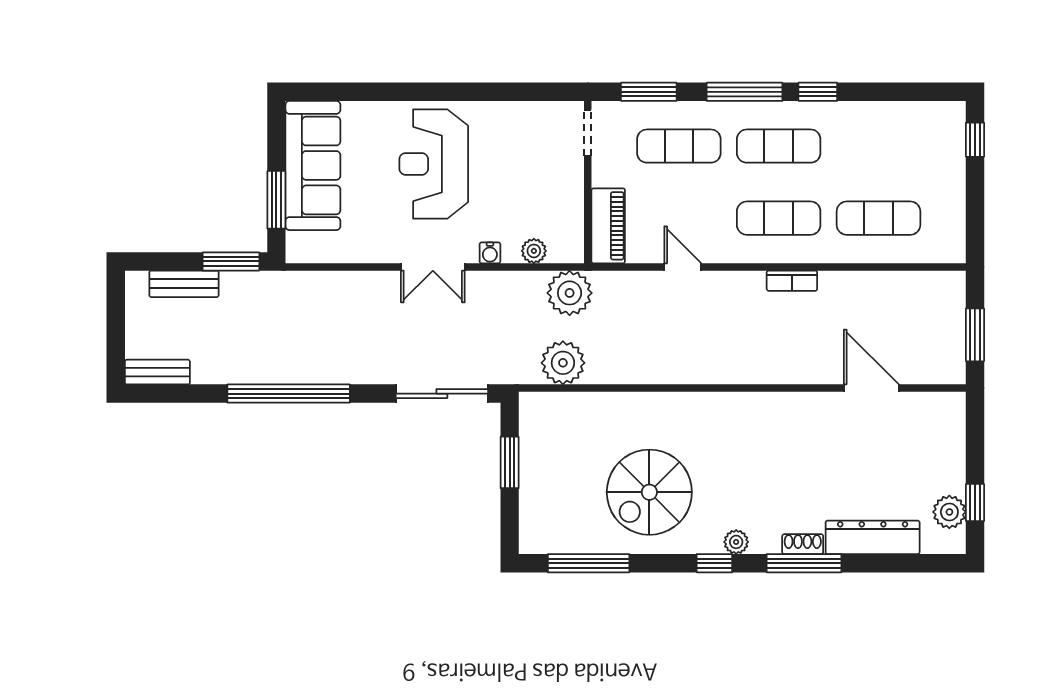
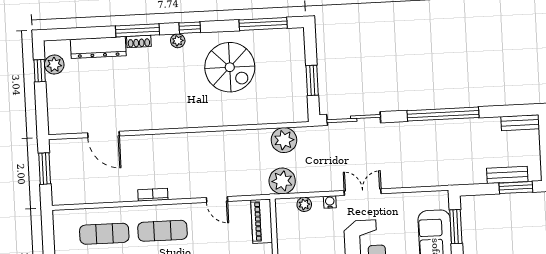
window: (231, 261) -> (516, 188), moved
spiral stairs: (649, 492) -> (230, 67), turned 90

